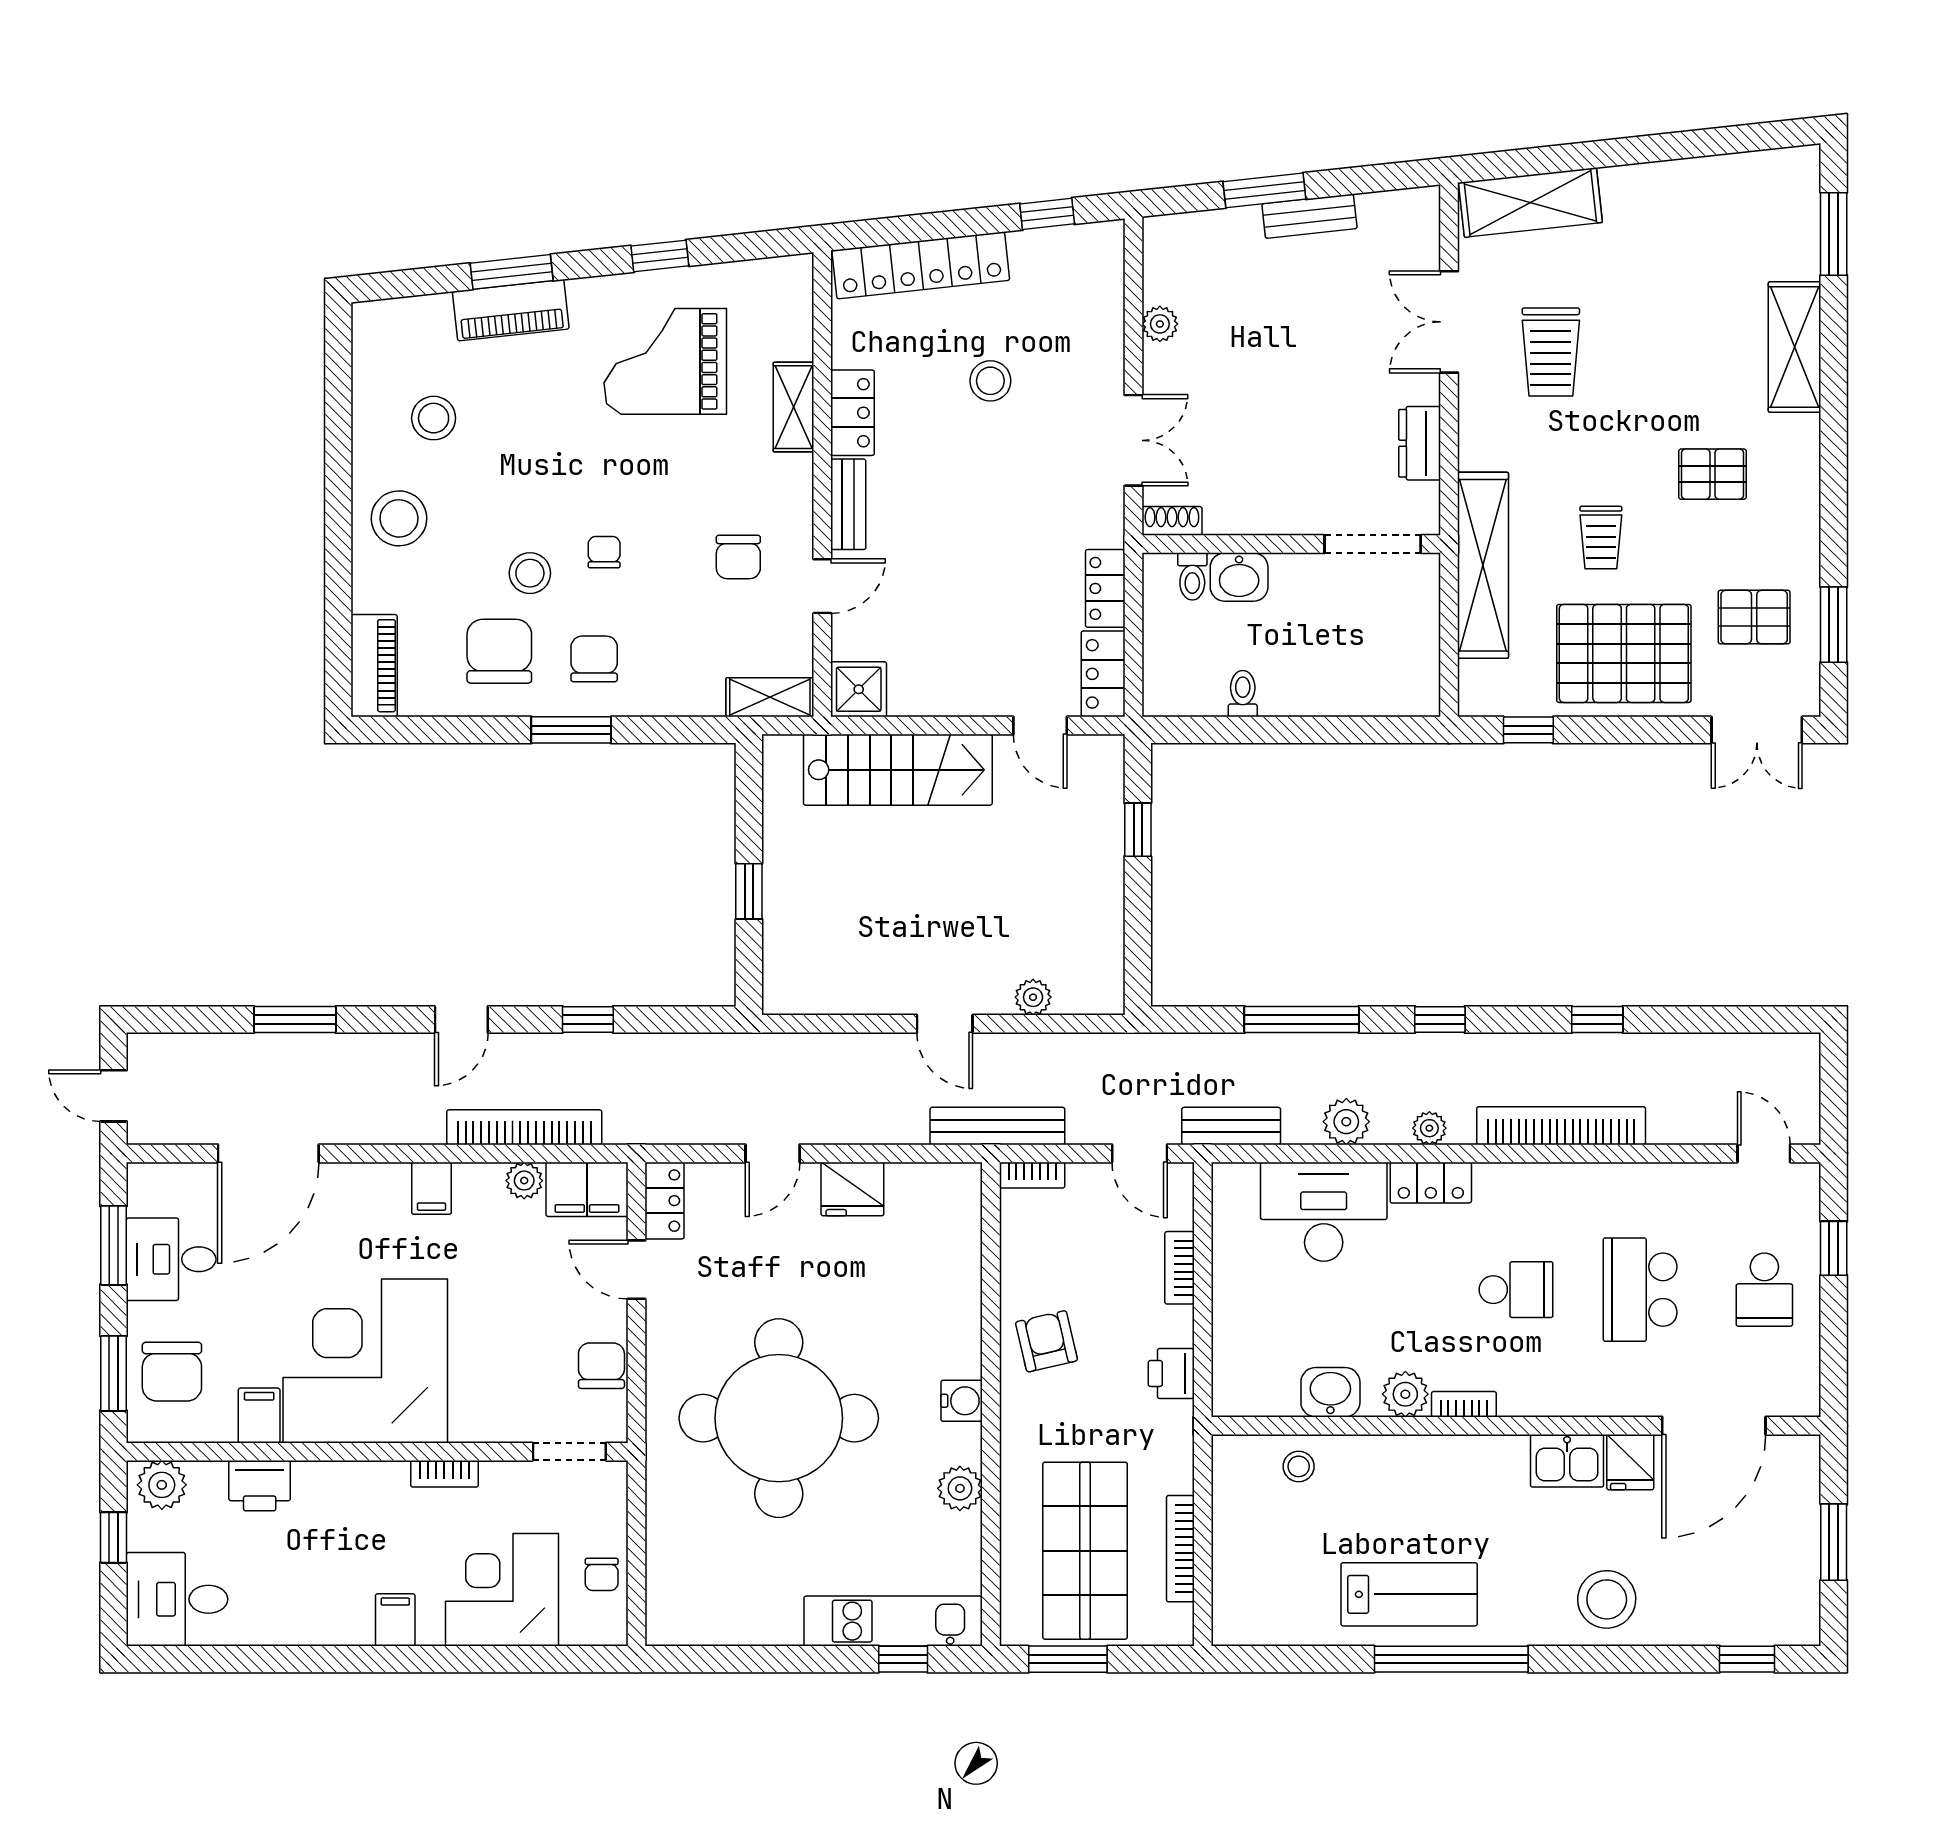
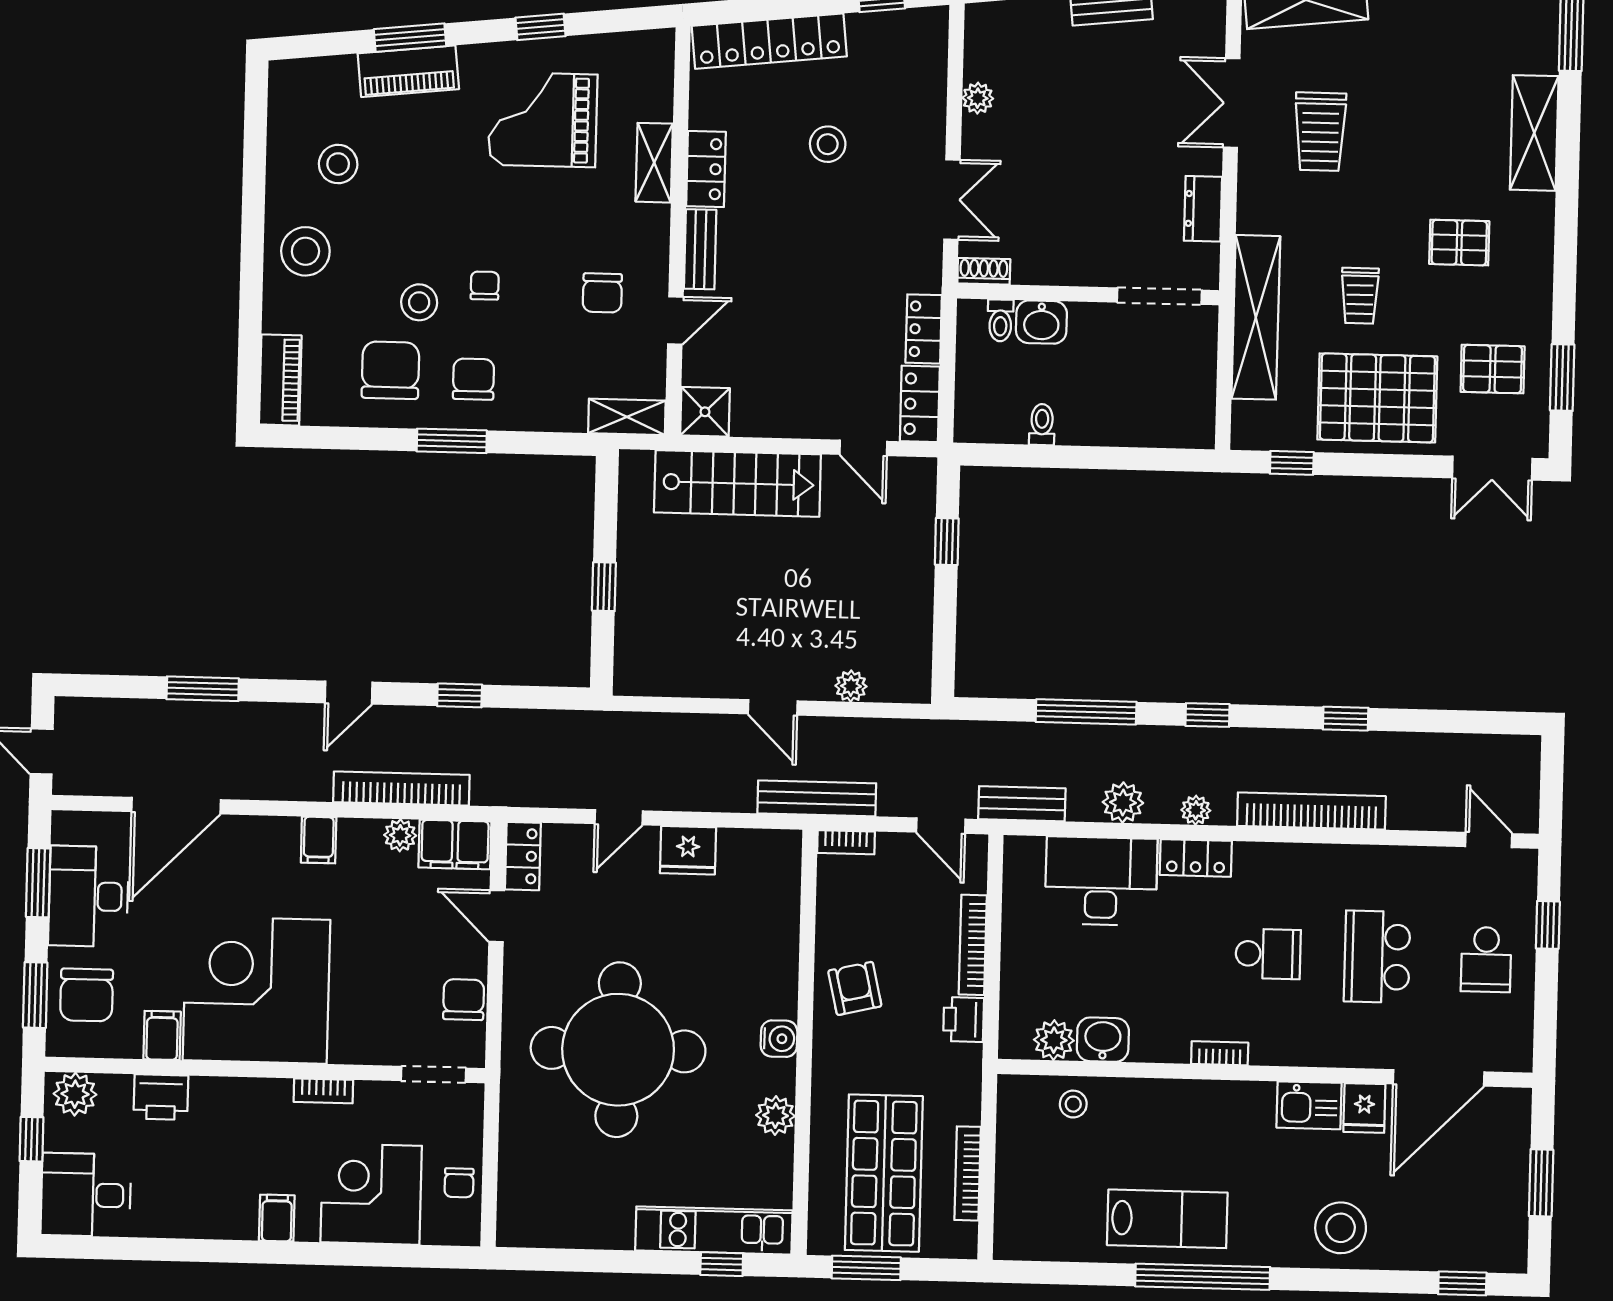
desk: (171, 1259) -> (88, 896), width x1.37
bookcase: (1179, 1268) -> (973, 945), width x1.56
plant: (1405, 1394) -> (1054, 1040), moved

